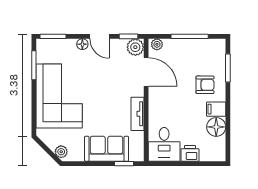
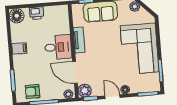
armchair: (205, 85) -> (32, 92), moved
floor lamp: (216, 127) -> (17, 16), moved
desk: (164, 144) -> (58, 47), moved, turned 90

